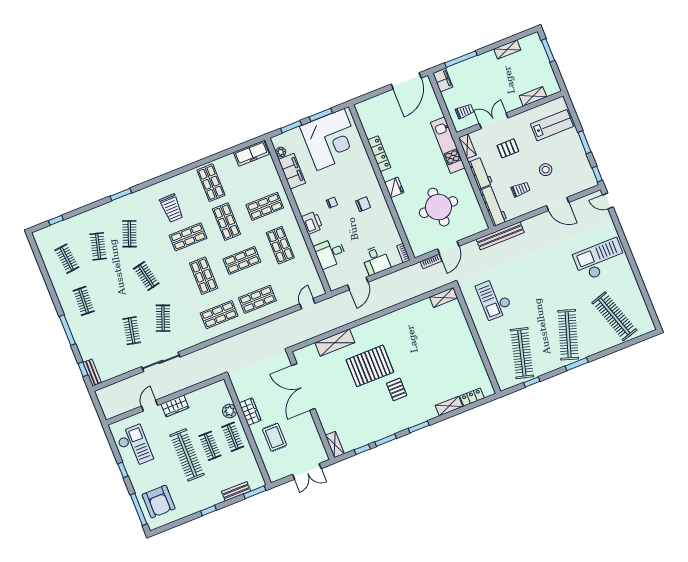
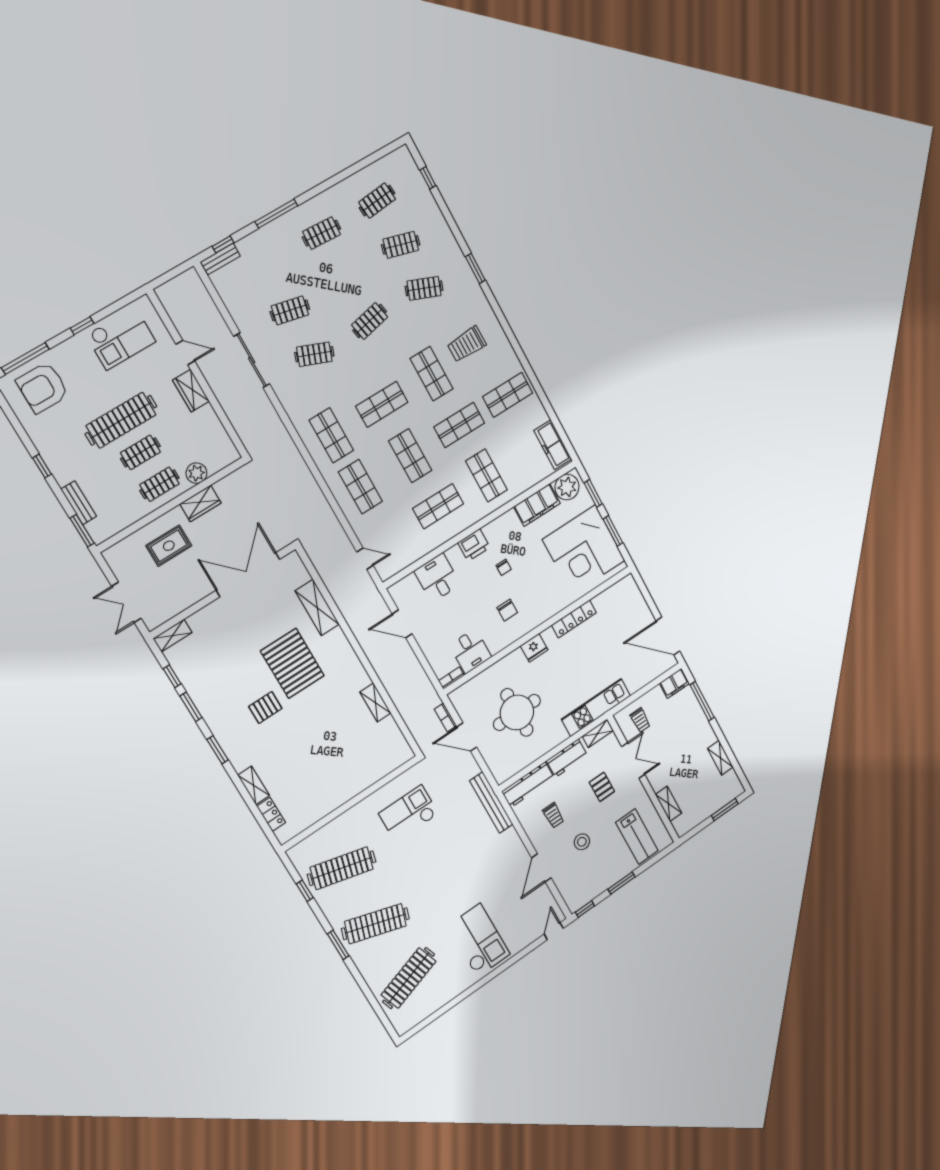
plant: (281, 152) -> (567, 487), width x1.88, depth x1.88
desk: (376, 260) -> (470, 651), moved, turned -90
shelving: (443, 298) -> (375, 703), moved

